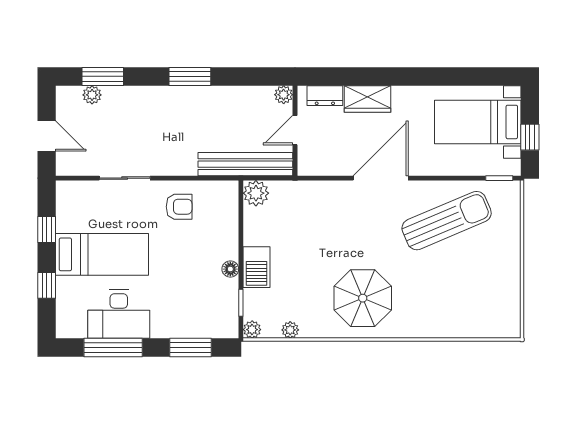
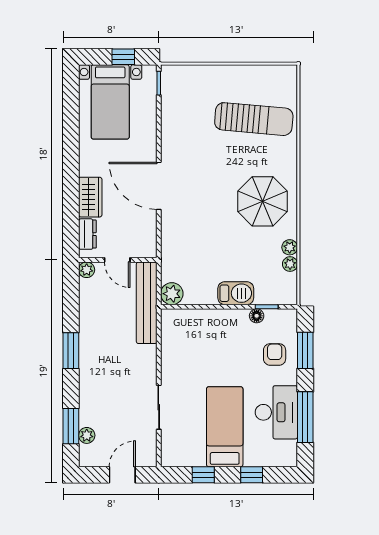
armchair: (179, 207) -> (275, 354), moved
sun lounger: (447, 221) -> (254, 119), moved, turned 118
floor lamp: (230, 269) -> (257, 316), moved
plant: (252, 330) -> (290, 247), moved

